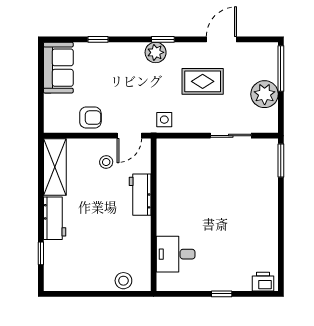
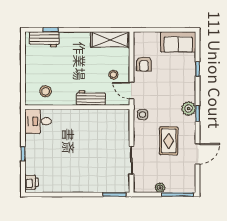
door: (221, 39) -> (198, 154), hinge flipped
plant: (265, 94) -> (160, 188), width x0.53, depth x0.53
workbench: (55, 218) -> (44, 39), moved
desk: (176, 254) -> (38, 121), moved, turned -90
stool: (123, 281) -> (46, 91), moved

